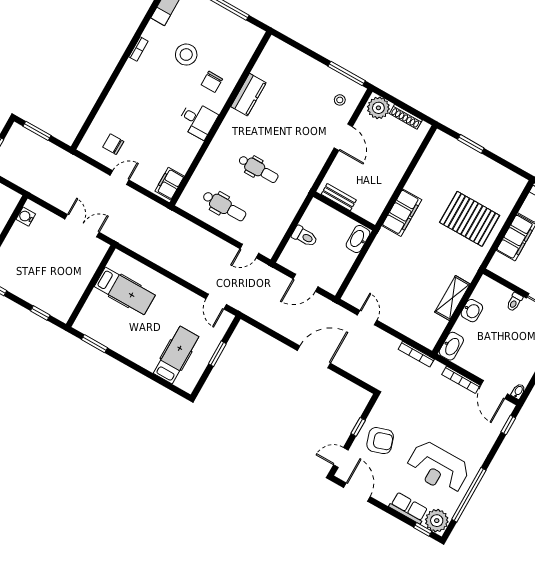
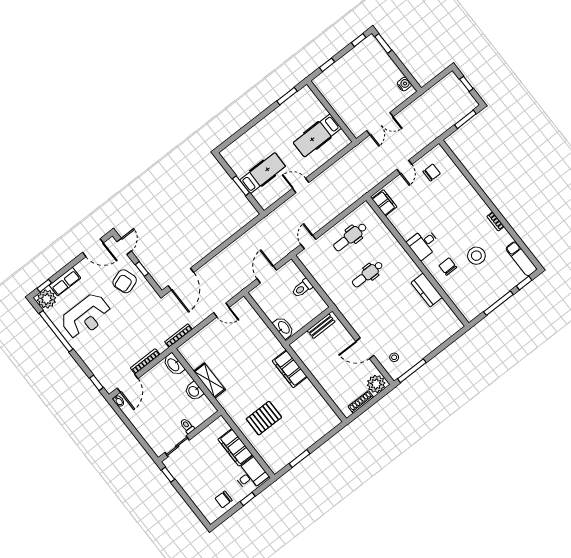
window: (471, 144) -> (299, 459), moved
pallet: (470, 219) -> (264, 418), width x0.73, depth x0.71
door: (216, 302) -> (301, 185), moved
hospital bed: (176, 355) -> (263, 173), moved, turned -90
door: (314, 357) -> (181, 279), moved
door: (494, 389) -> (128, 383), swing flipped
reception desk: (438, 468) -> (86, 316), turned 180

